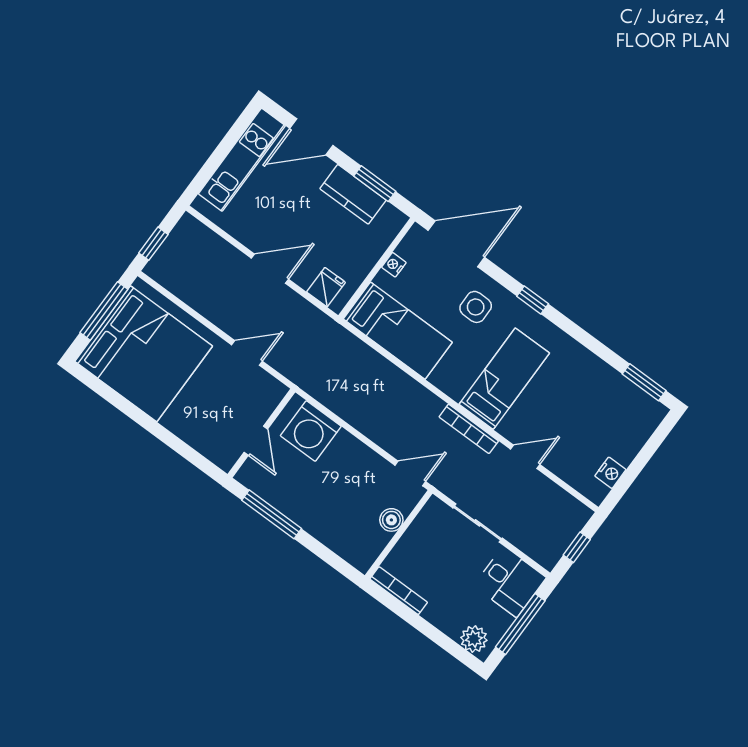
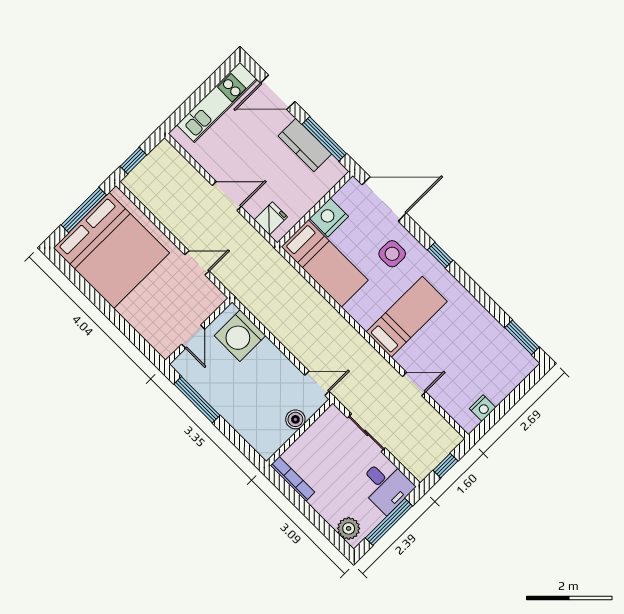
window: (375, 184) -> (324, 139), width x1.44
nightstand: (394, 265) -> (329, 217), width x1.89, depth x1.79
bookcase: (469, 429) -> (371, 354), removed

